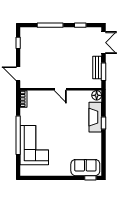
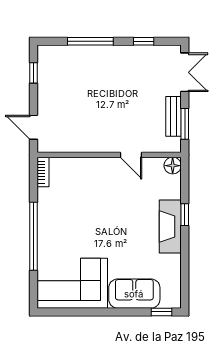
door: (60, 89) -> (131, 155), moved
fireplace: (95, 117) -> (170, 227), moved
corner sofa: (34, 145) -> (72, 283), moved, turned -90
sofa: (85, 168) -> (134, 294), moved

